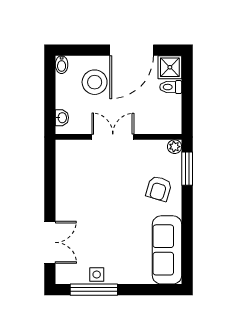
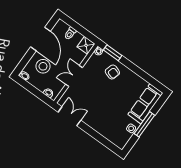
shower: (170, 67) -> (86, 45), moved
double door: (50, 242) -> (69, 116), moved
sofa: (167, 250) -> (145, 104), moved, turned 90
window: (94, 290) -> (144, 124), moved

